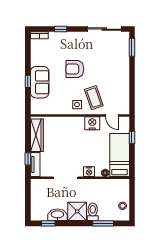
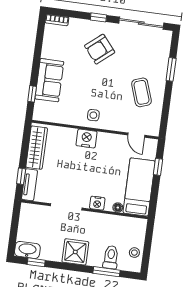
window: (61, 29) -> (98, 17), moved
window: (132, 47) -> (171, 69), moved
armchair: (75, 69) -> (100, 49), moved, turned -40
window: (28, 81) -> (32, 94), moved
coffee table: (94, 98) -> (141, 92), moved
nightstand: (92, 123) -> (87, 138), moved
toilet: (93, 212) -> (111, 257), moved
washbasin: (57, 215) -> (27, 250), moved

